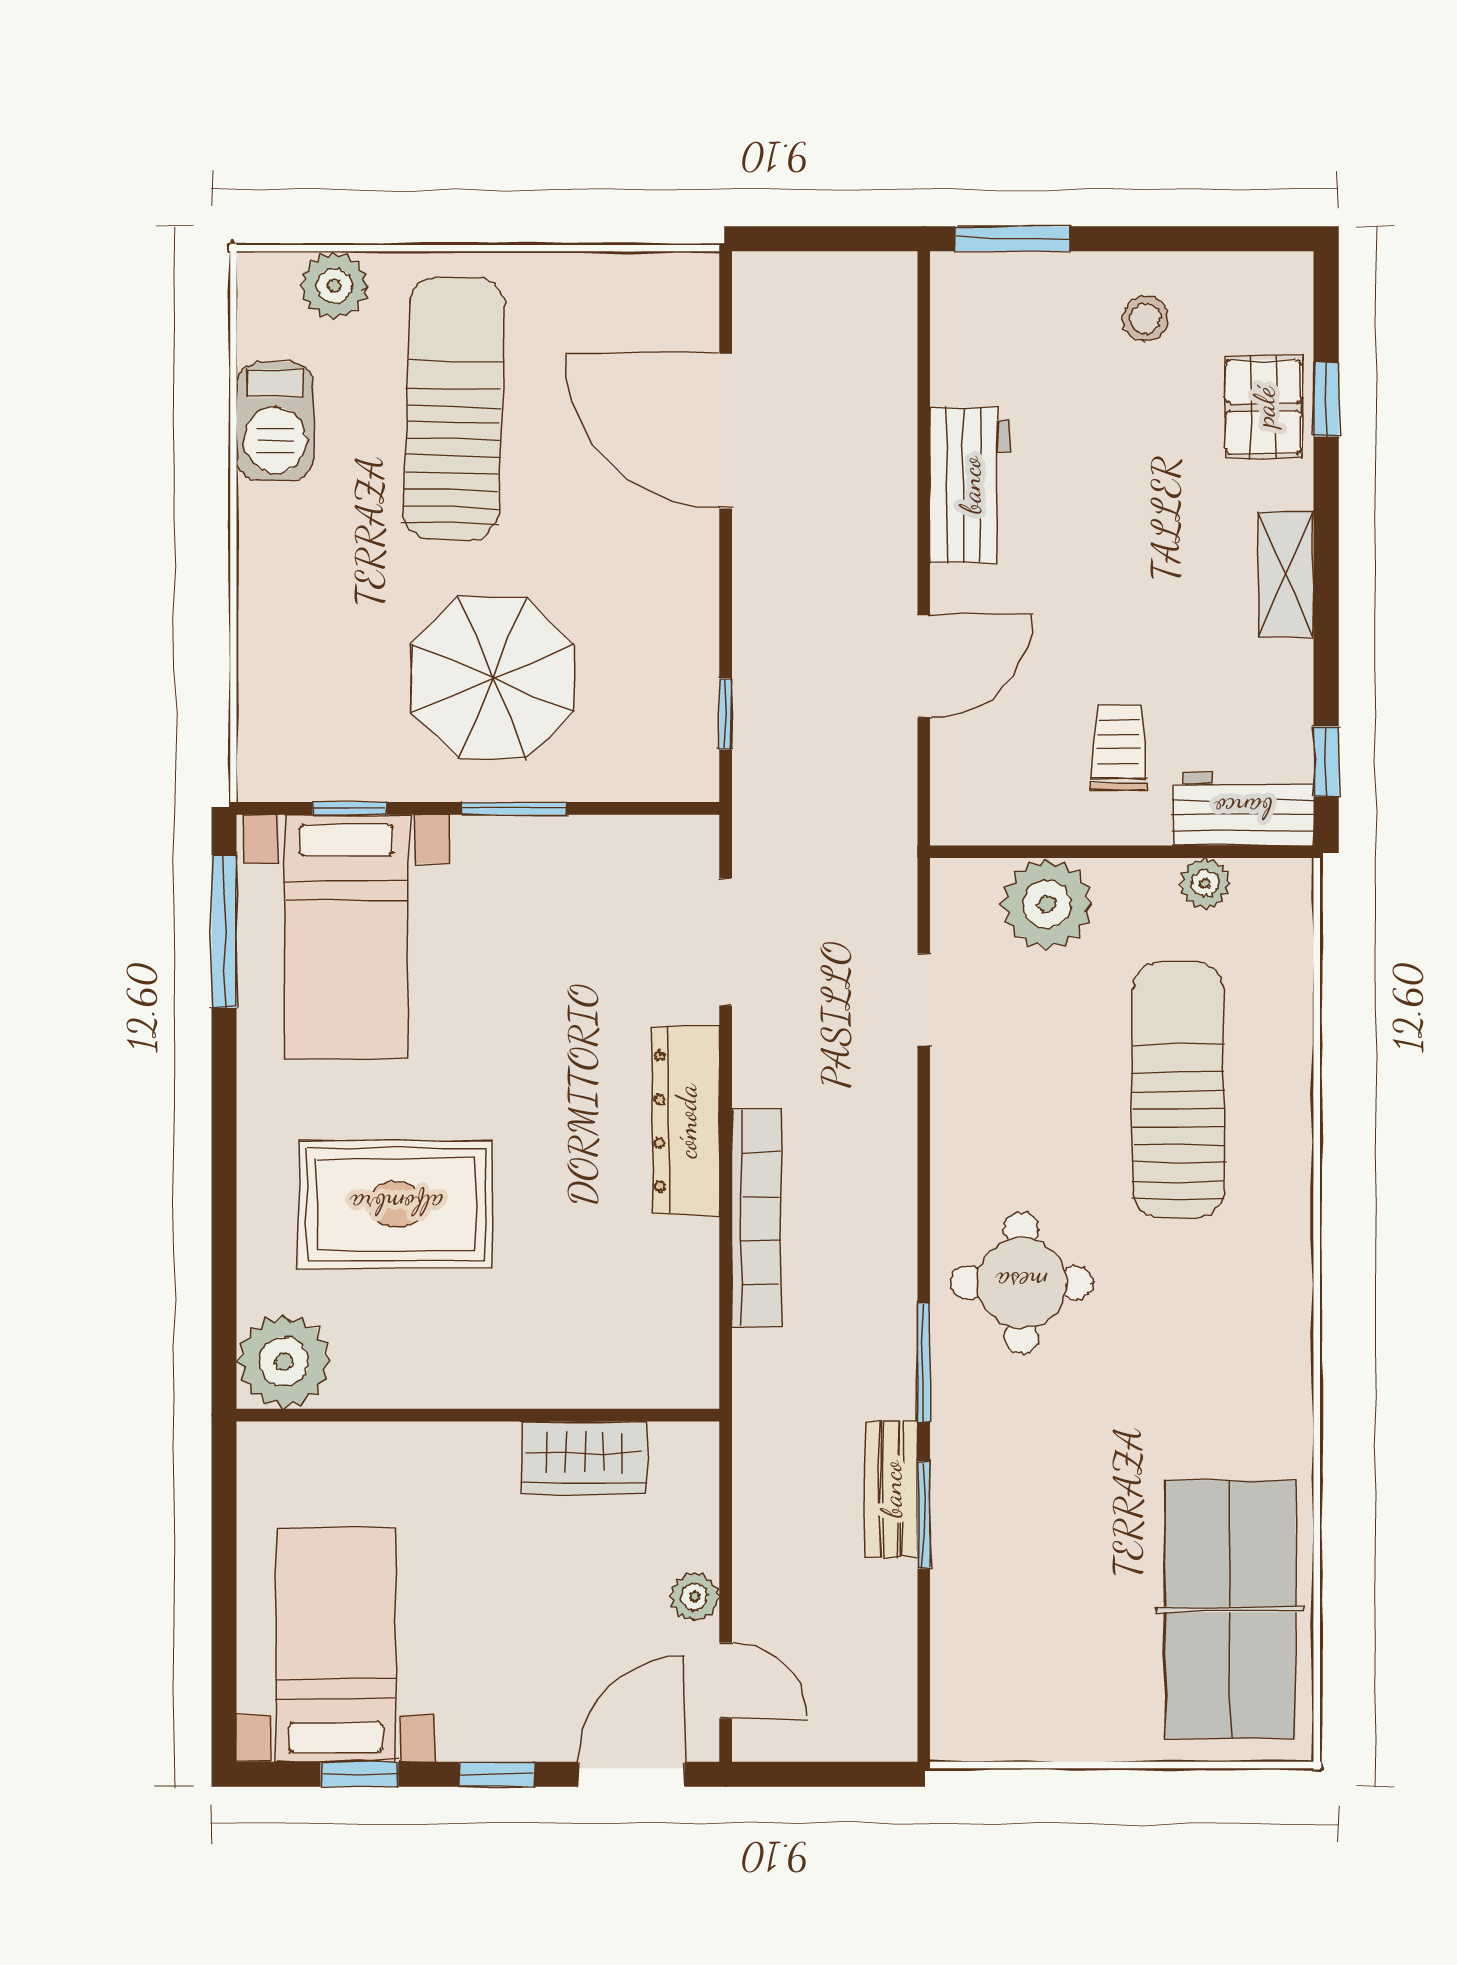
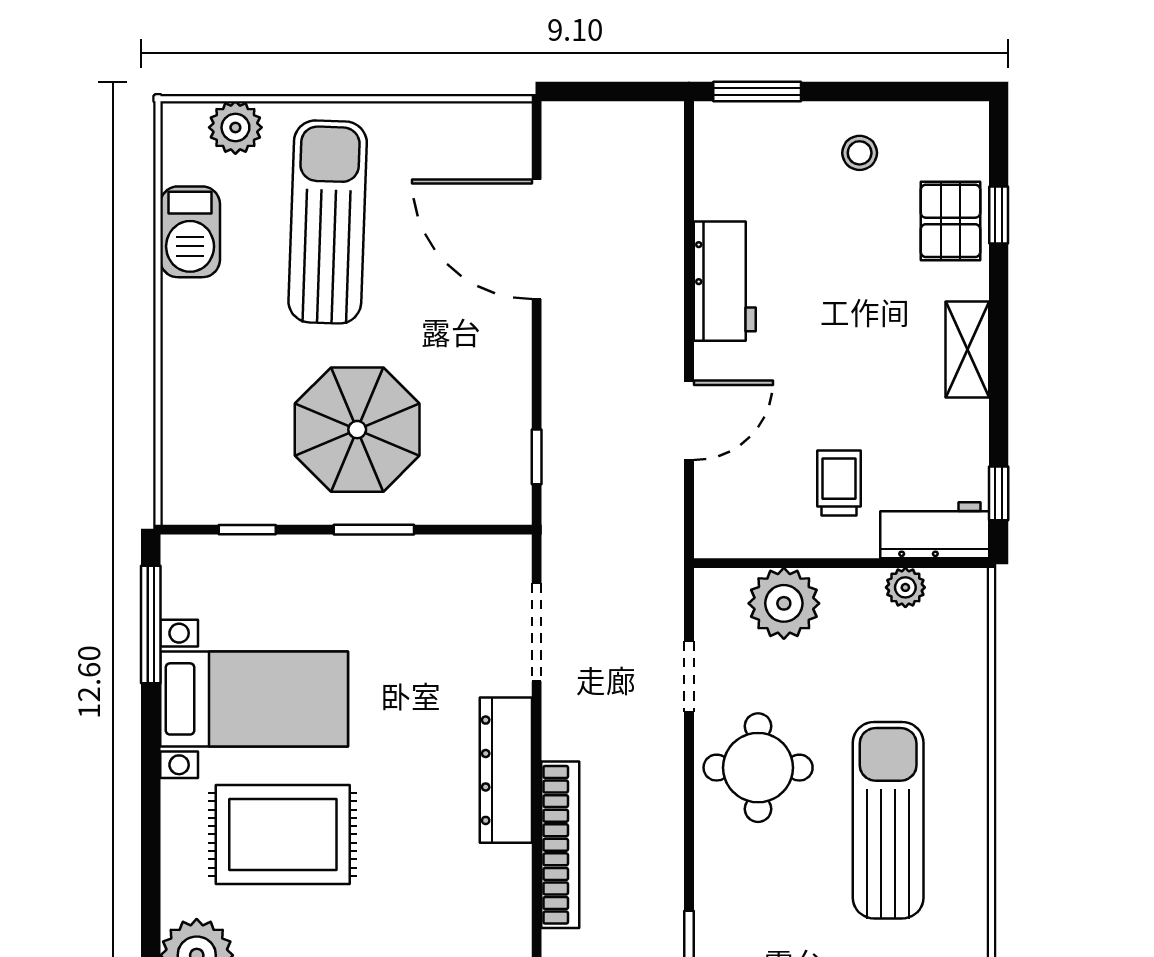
bed with nightstands: (346, 937) -> (254, 699), moved, turned -90
sun lounger: (1178, 1090) -> (888, 820), moved
round table: (1021, 1283) -> (758, 768), moved

